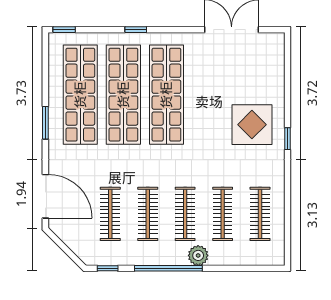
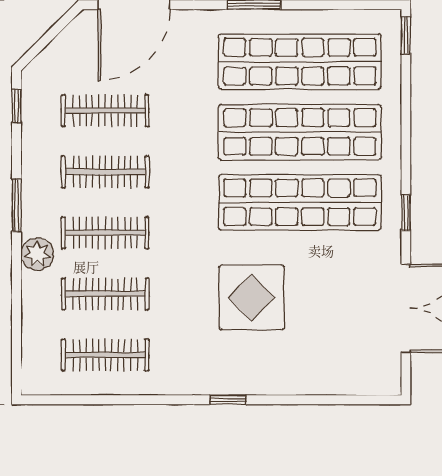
window: (136, 30) -> (406, 213), moved
display table: (252, 125) -> (252, 297), moved
window: (168, 268) -> (17, 205), width x0.47

